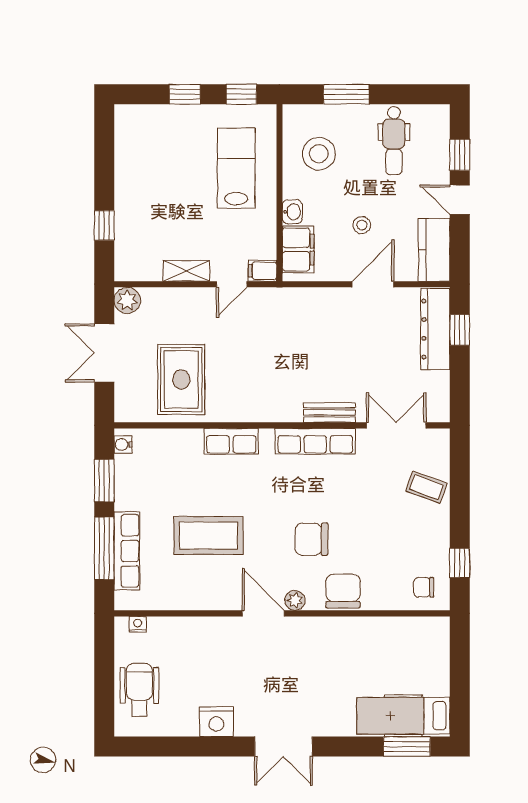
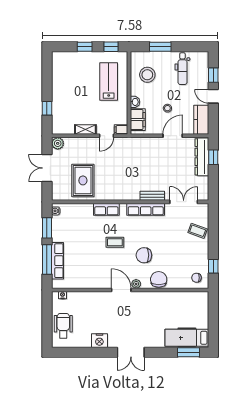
coffee table: (208, 535) -> (115, 242), moved, width x0.54, depth x0.58

